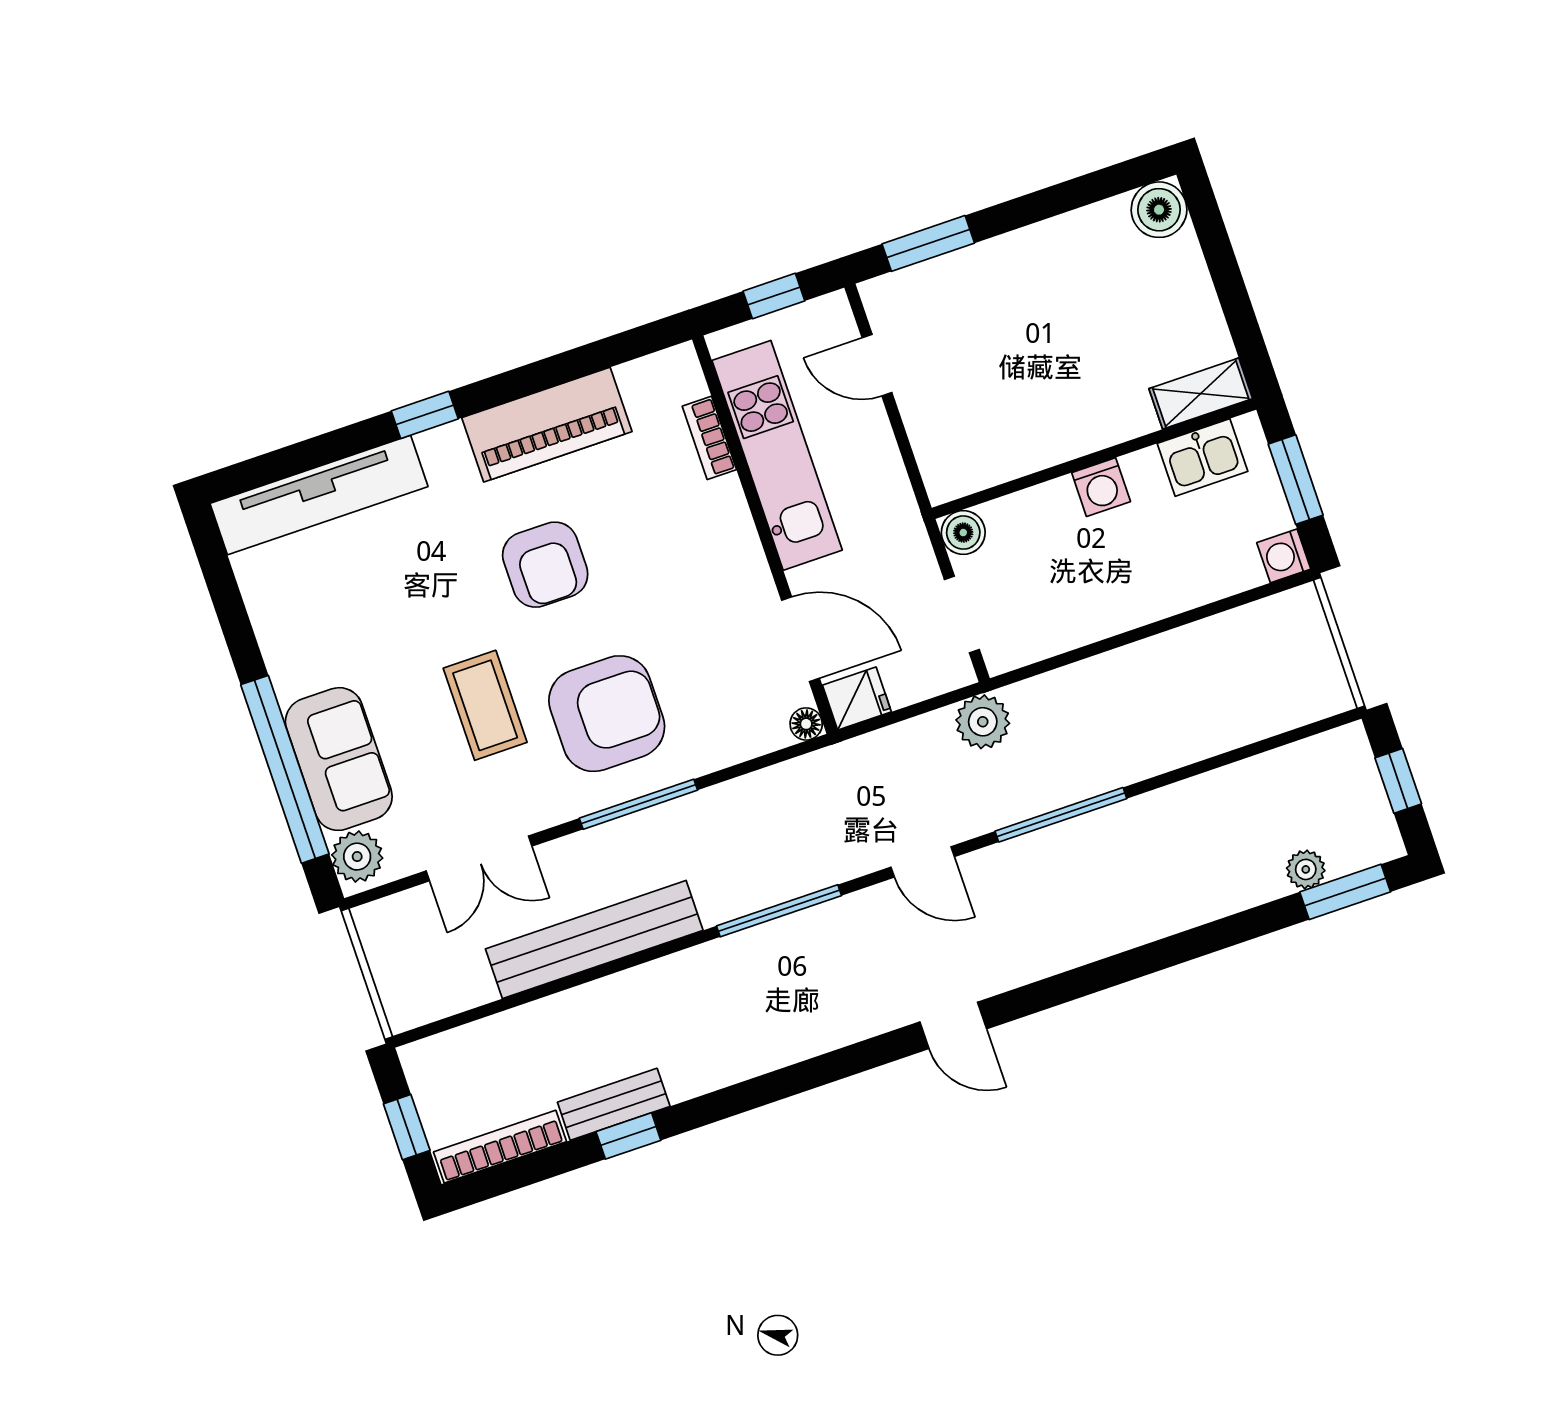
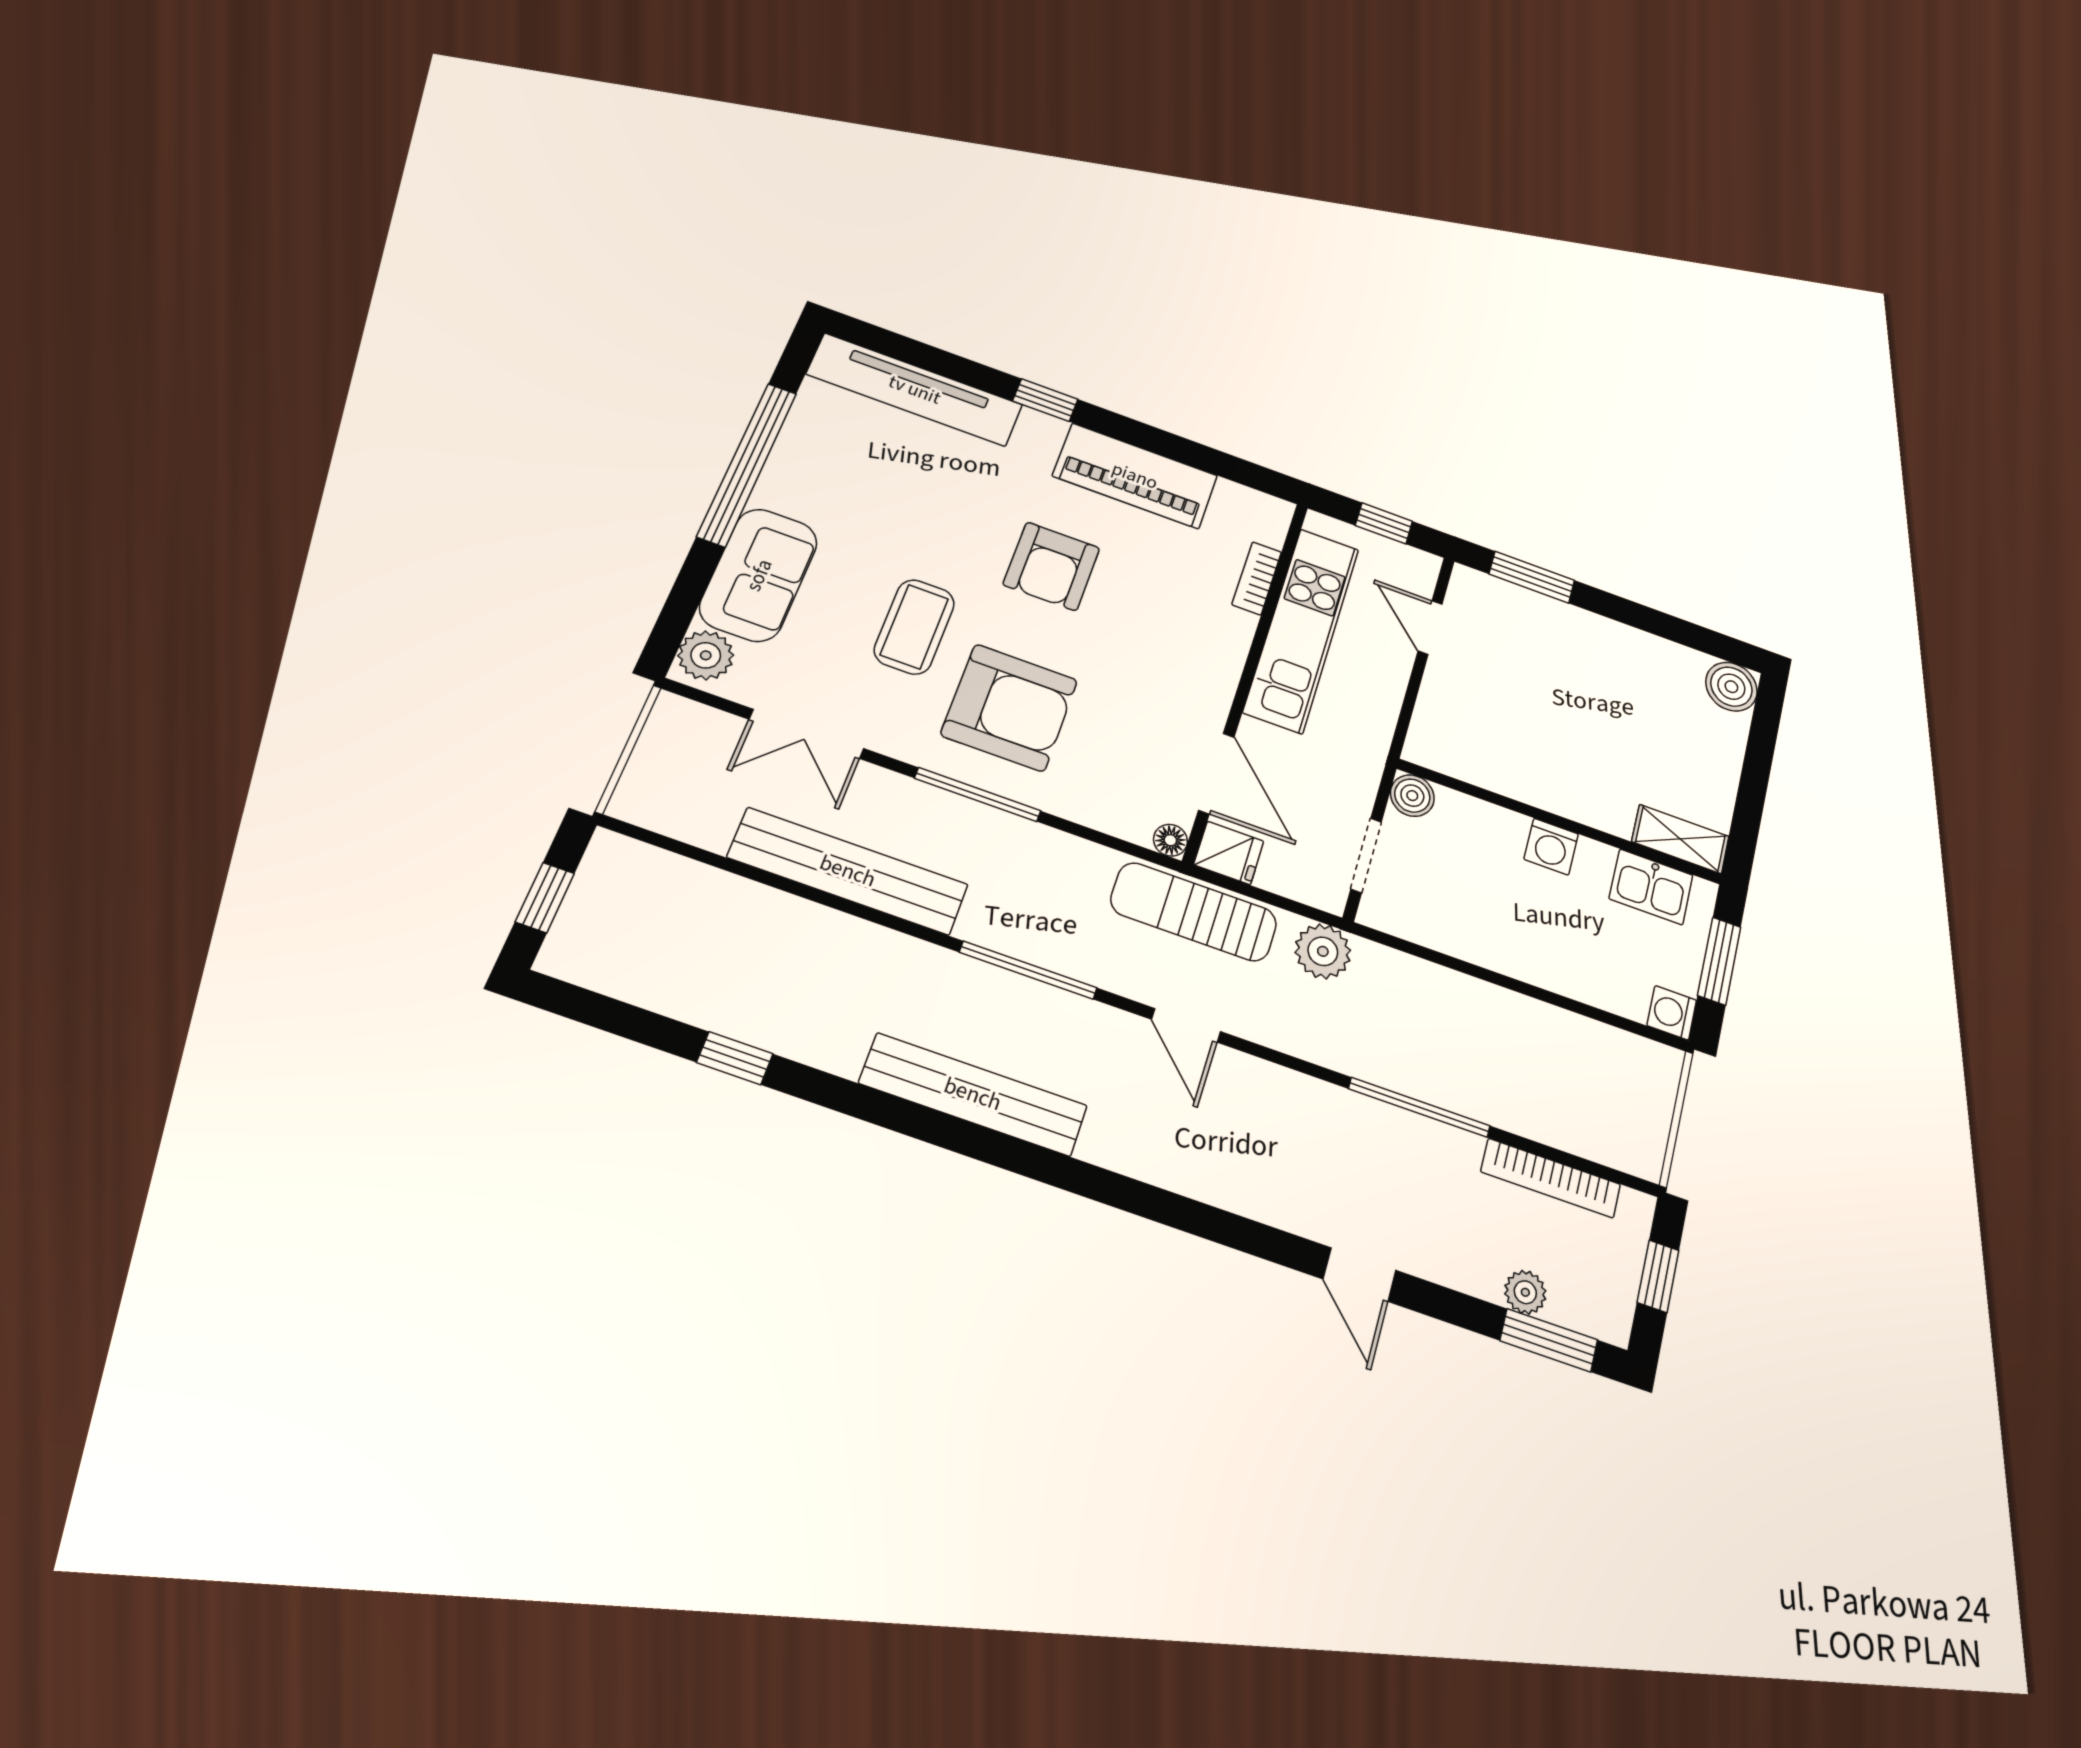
sun lounger: (865, 768) -> (1194, 912), added
window: (285, 769) -> (747, 464), moved
window: (1061, 815) -> (1419, 1107), moved
door: (953, 1025) -> (1359, 1275), moved
bench: (614, 1104) -> (973, 1094), moved, width x1.86, depth x1.21
bookcase: (500, 1147) -> (1551, 1178), moved, turned 180

